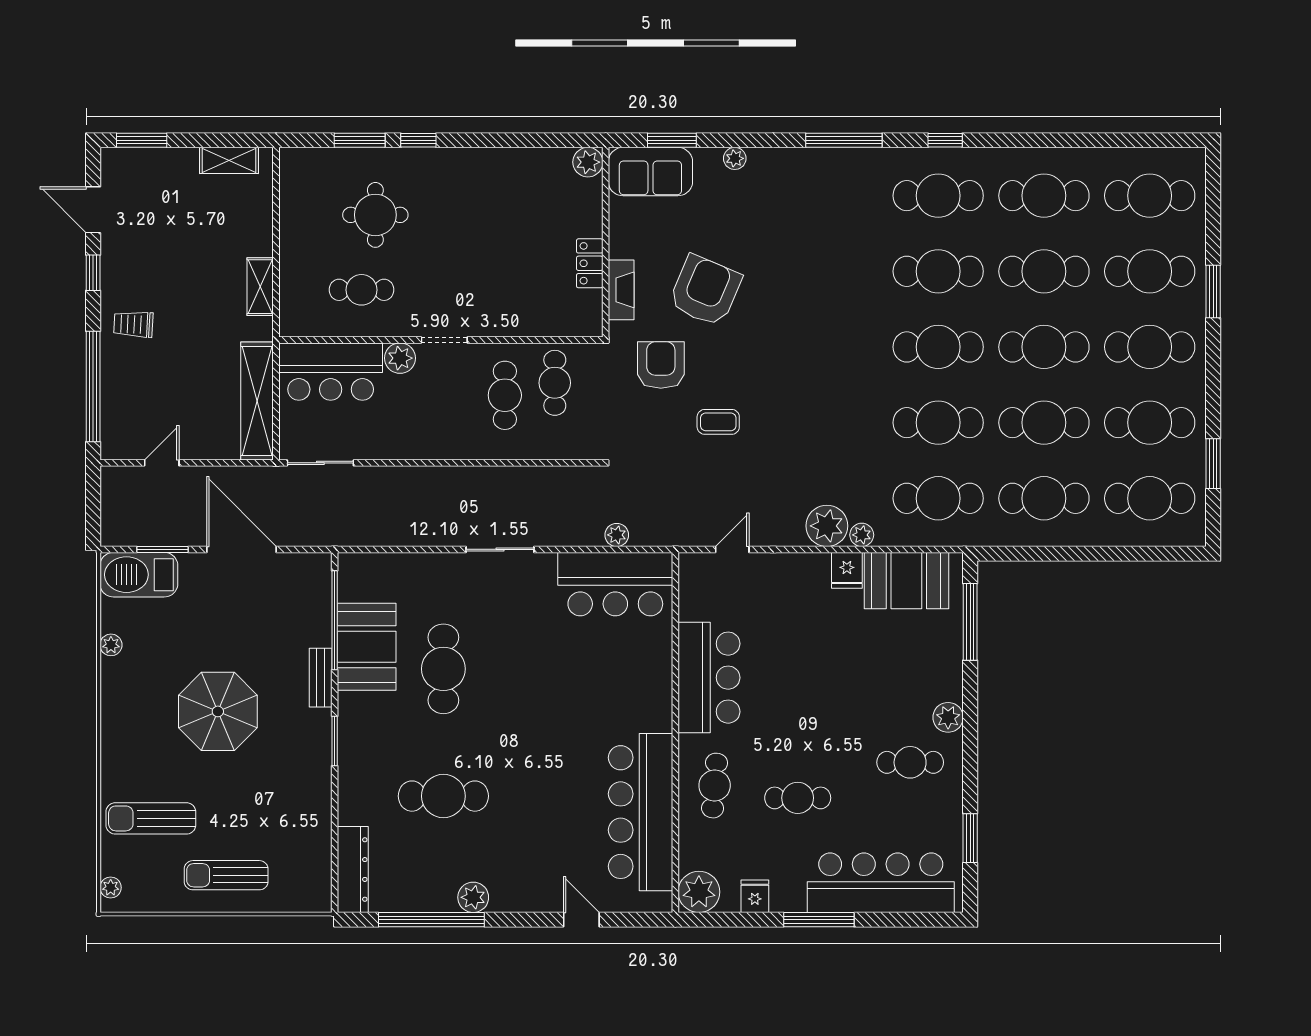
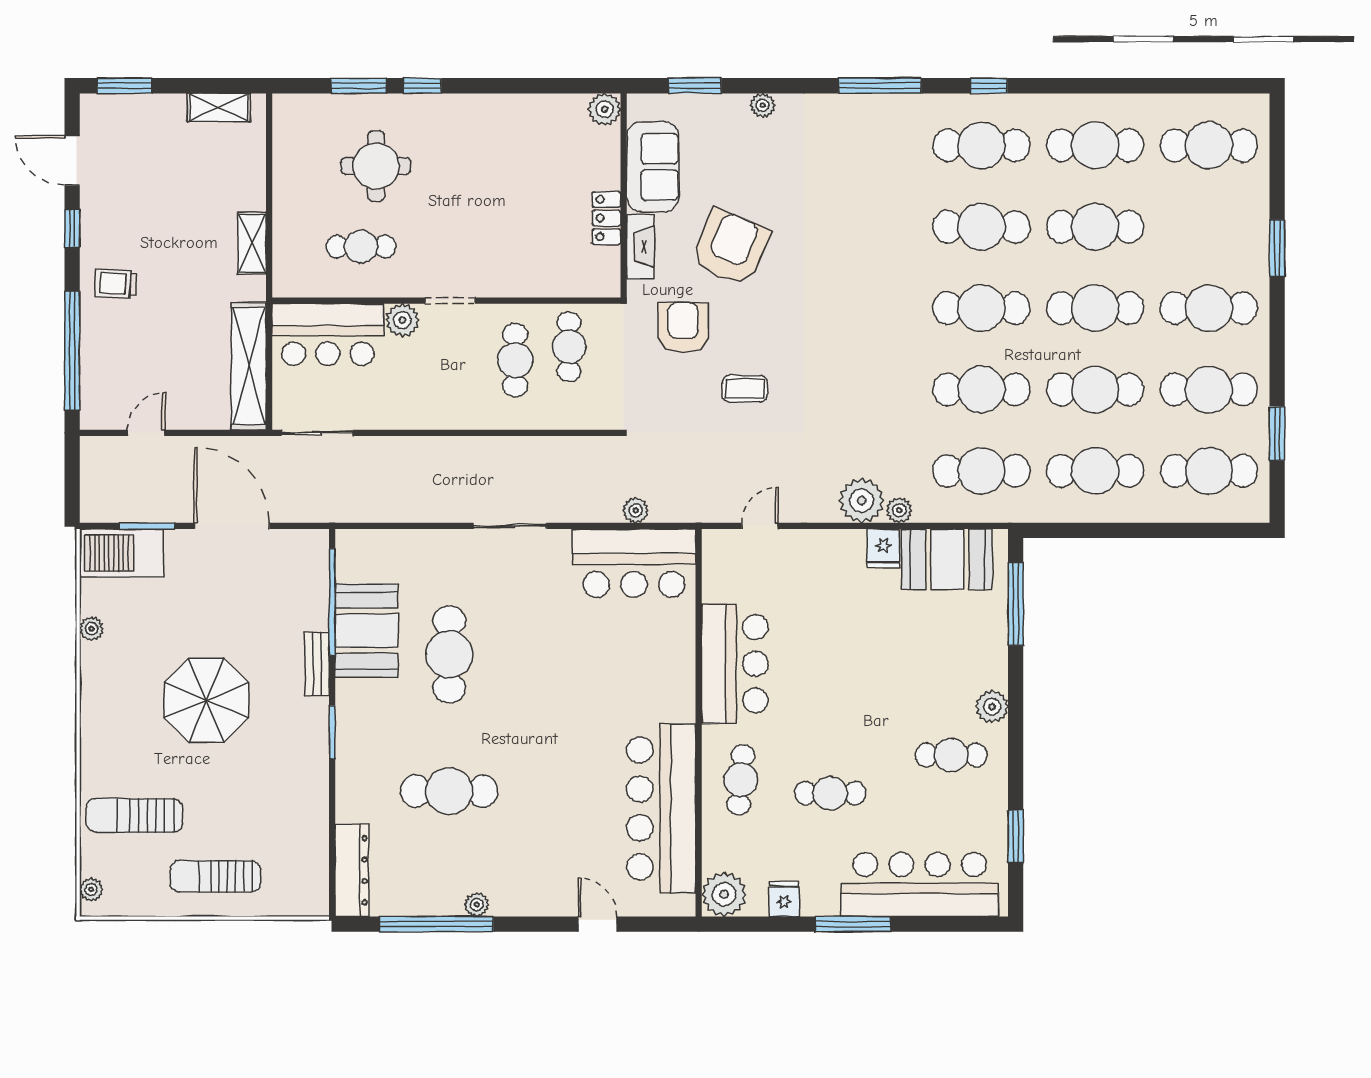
sofa: (650, 172) -> (653, 167), moved, turned -90
cafe table: (1150, 271) -> (1209, 227), removed
plant: (473, 897) -> (477, 905), width x0.73, depth x0.73

